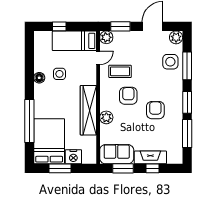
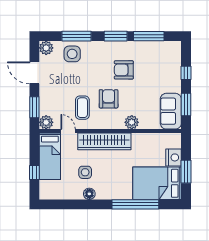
armchair: (128, 96) -> (109, 99), turned 90
wardrobe: (88, 110) -> (104, 141), moved
fireplace: (150, 157) -> (174, 75), removed

